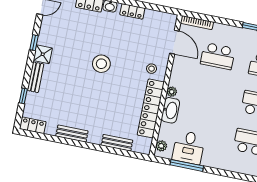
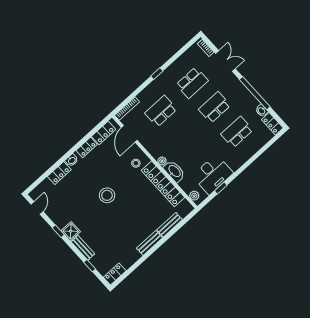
locker: (158, 17) -> (104, 133), added
door: (174, 42) -> (129, 134), swing flipped
school desk: (218, 56) -> (161, 111), turned 180
bench: (72, 134) -> (149, 243), moved
desk: (189, 147) -> (213, 174), width x1.37
window: (187, 165) -> (221, 188), width x0.46

